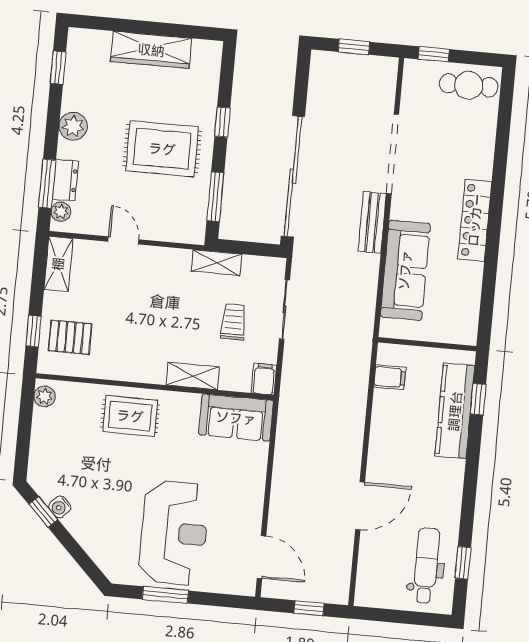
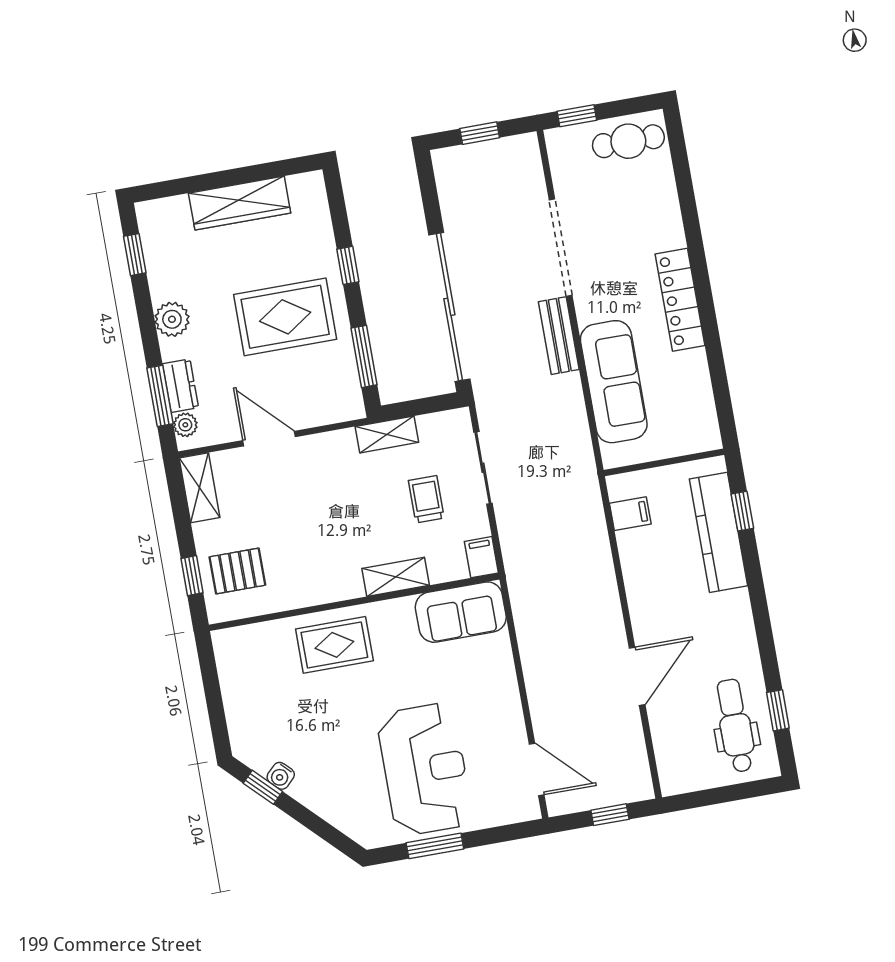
door: (123, 240) -> (269, 439), width x1.38
plant: (45, 396) -> (226, 650), removed

